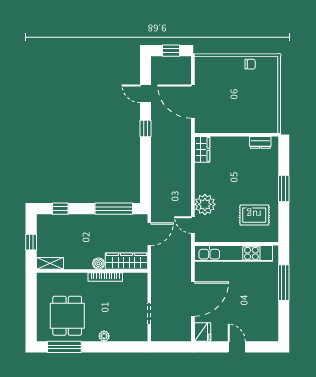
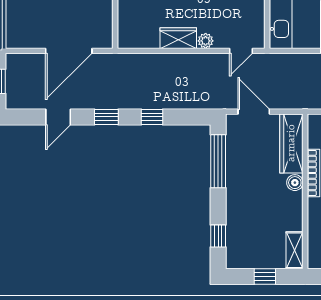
wardrobe: (202, 149) -> (178, 38), moved
window: (145, 161) -> (152, 117), added
plant: (205, 204) -> (206, 41), width x0.53, depth x0.53

